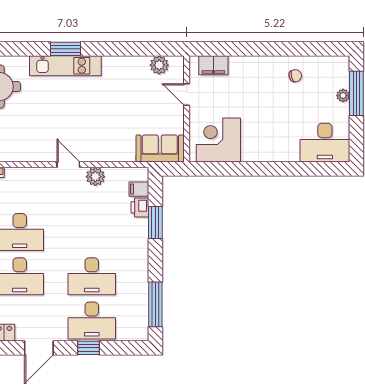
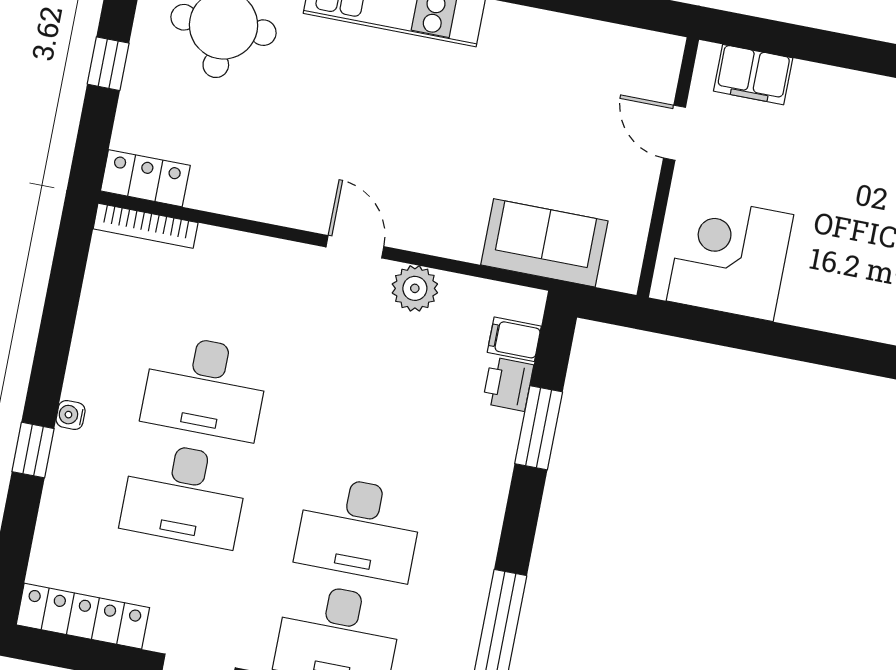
plant: (159, 65) -> (622, 48), removed
sofa: (160, 148) -> (544, 243), moved

